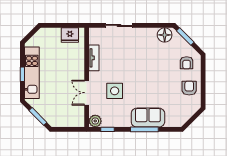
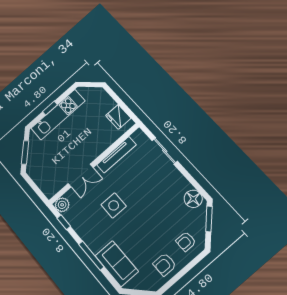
tv unit: (94, 58) -> (117, 155), width x1.41
armchair: (189, 88) -> (165, 265), turned 180
side table: (115, 91) -> (114, 205), moved
double door: (87, 93) -> (81, 176), swing flipped
sofa: (148, 118) -> (117, 264), moved

